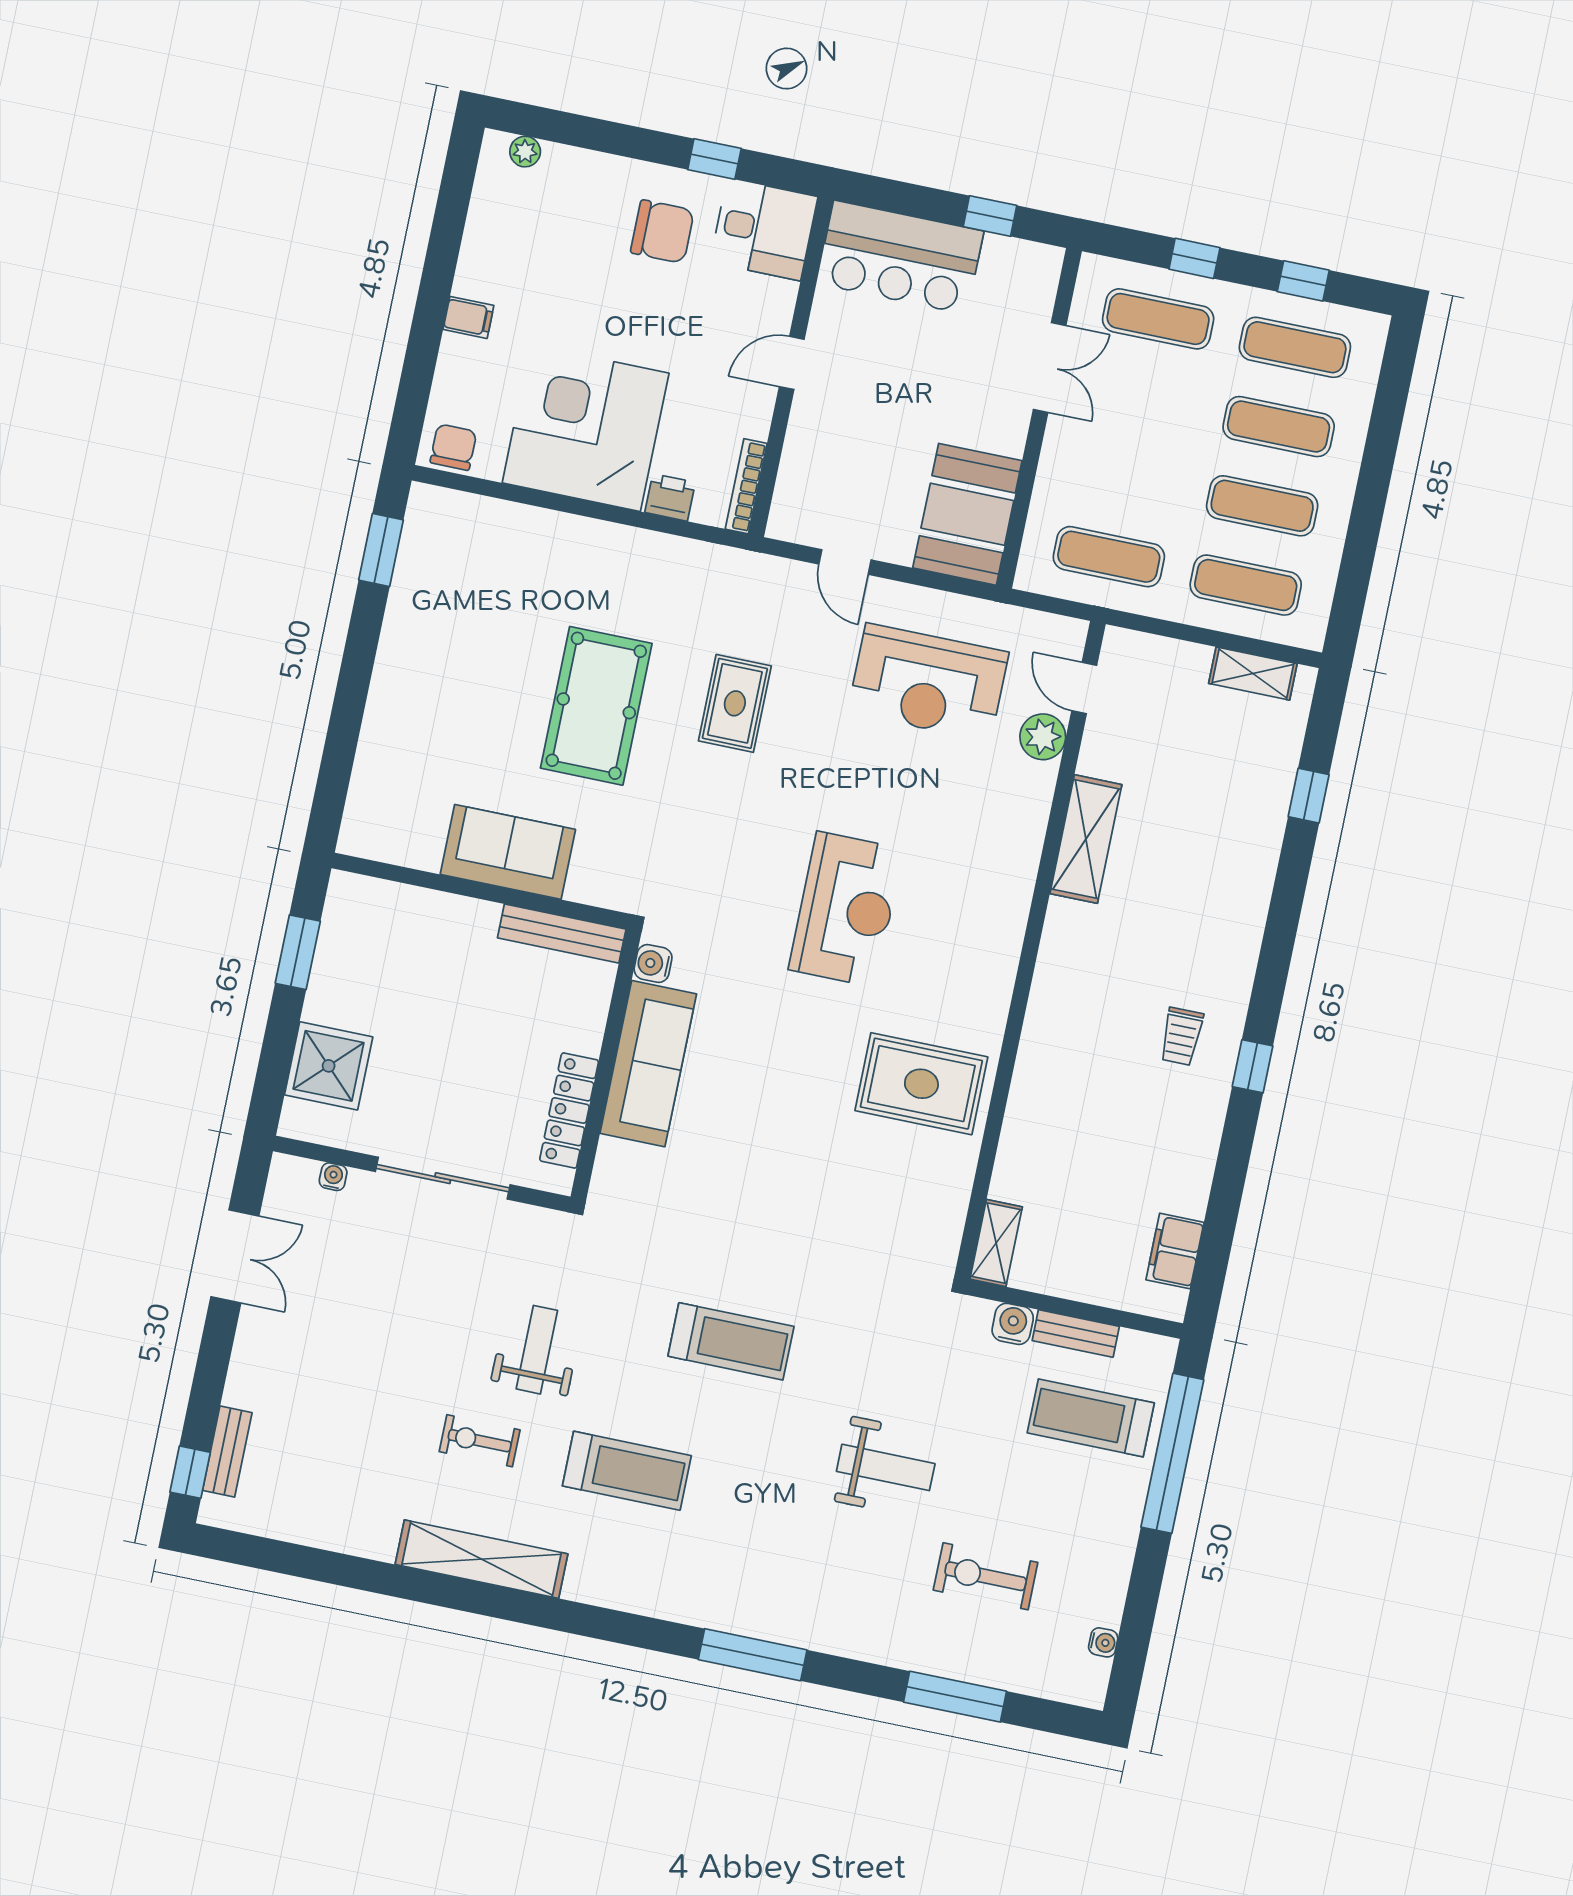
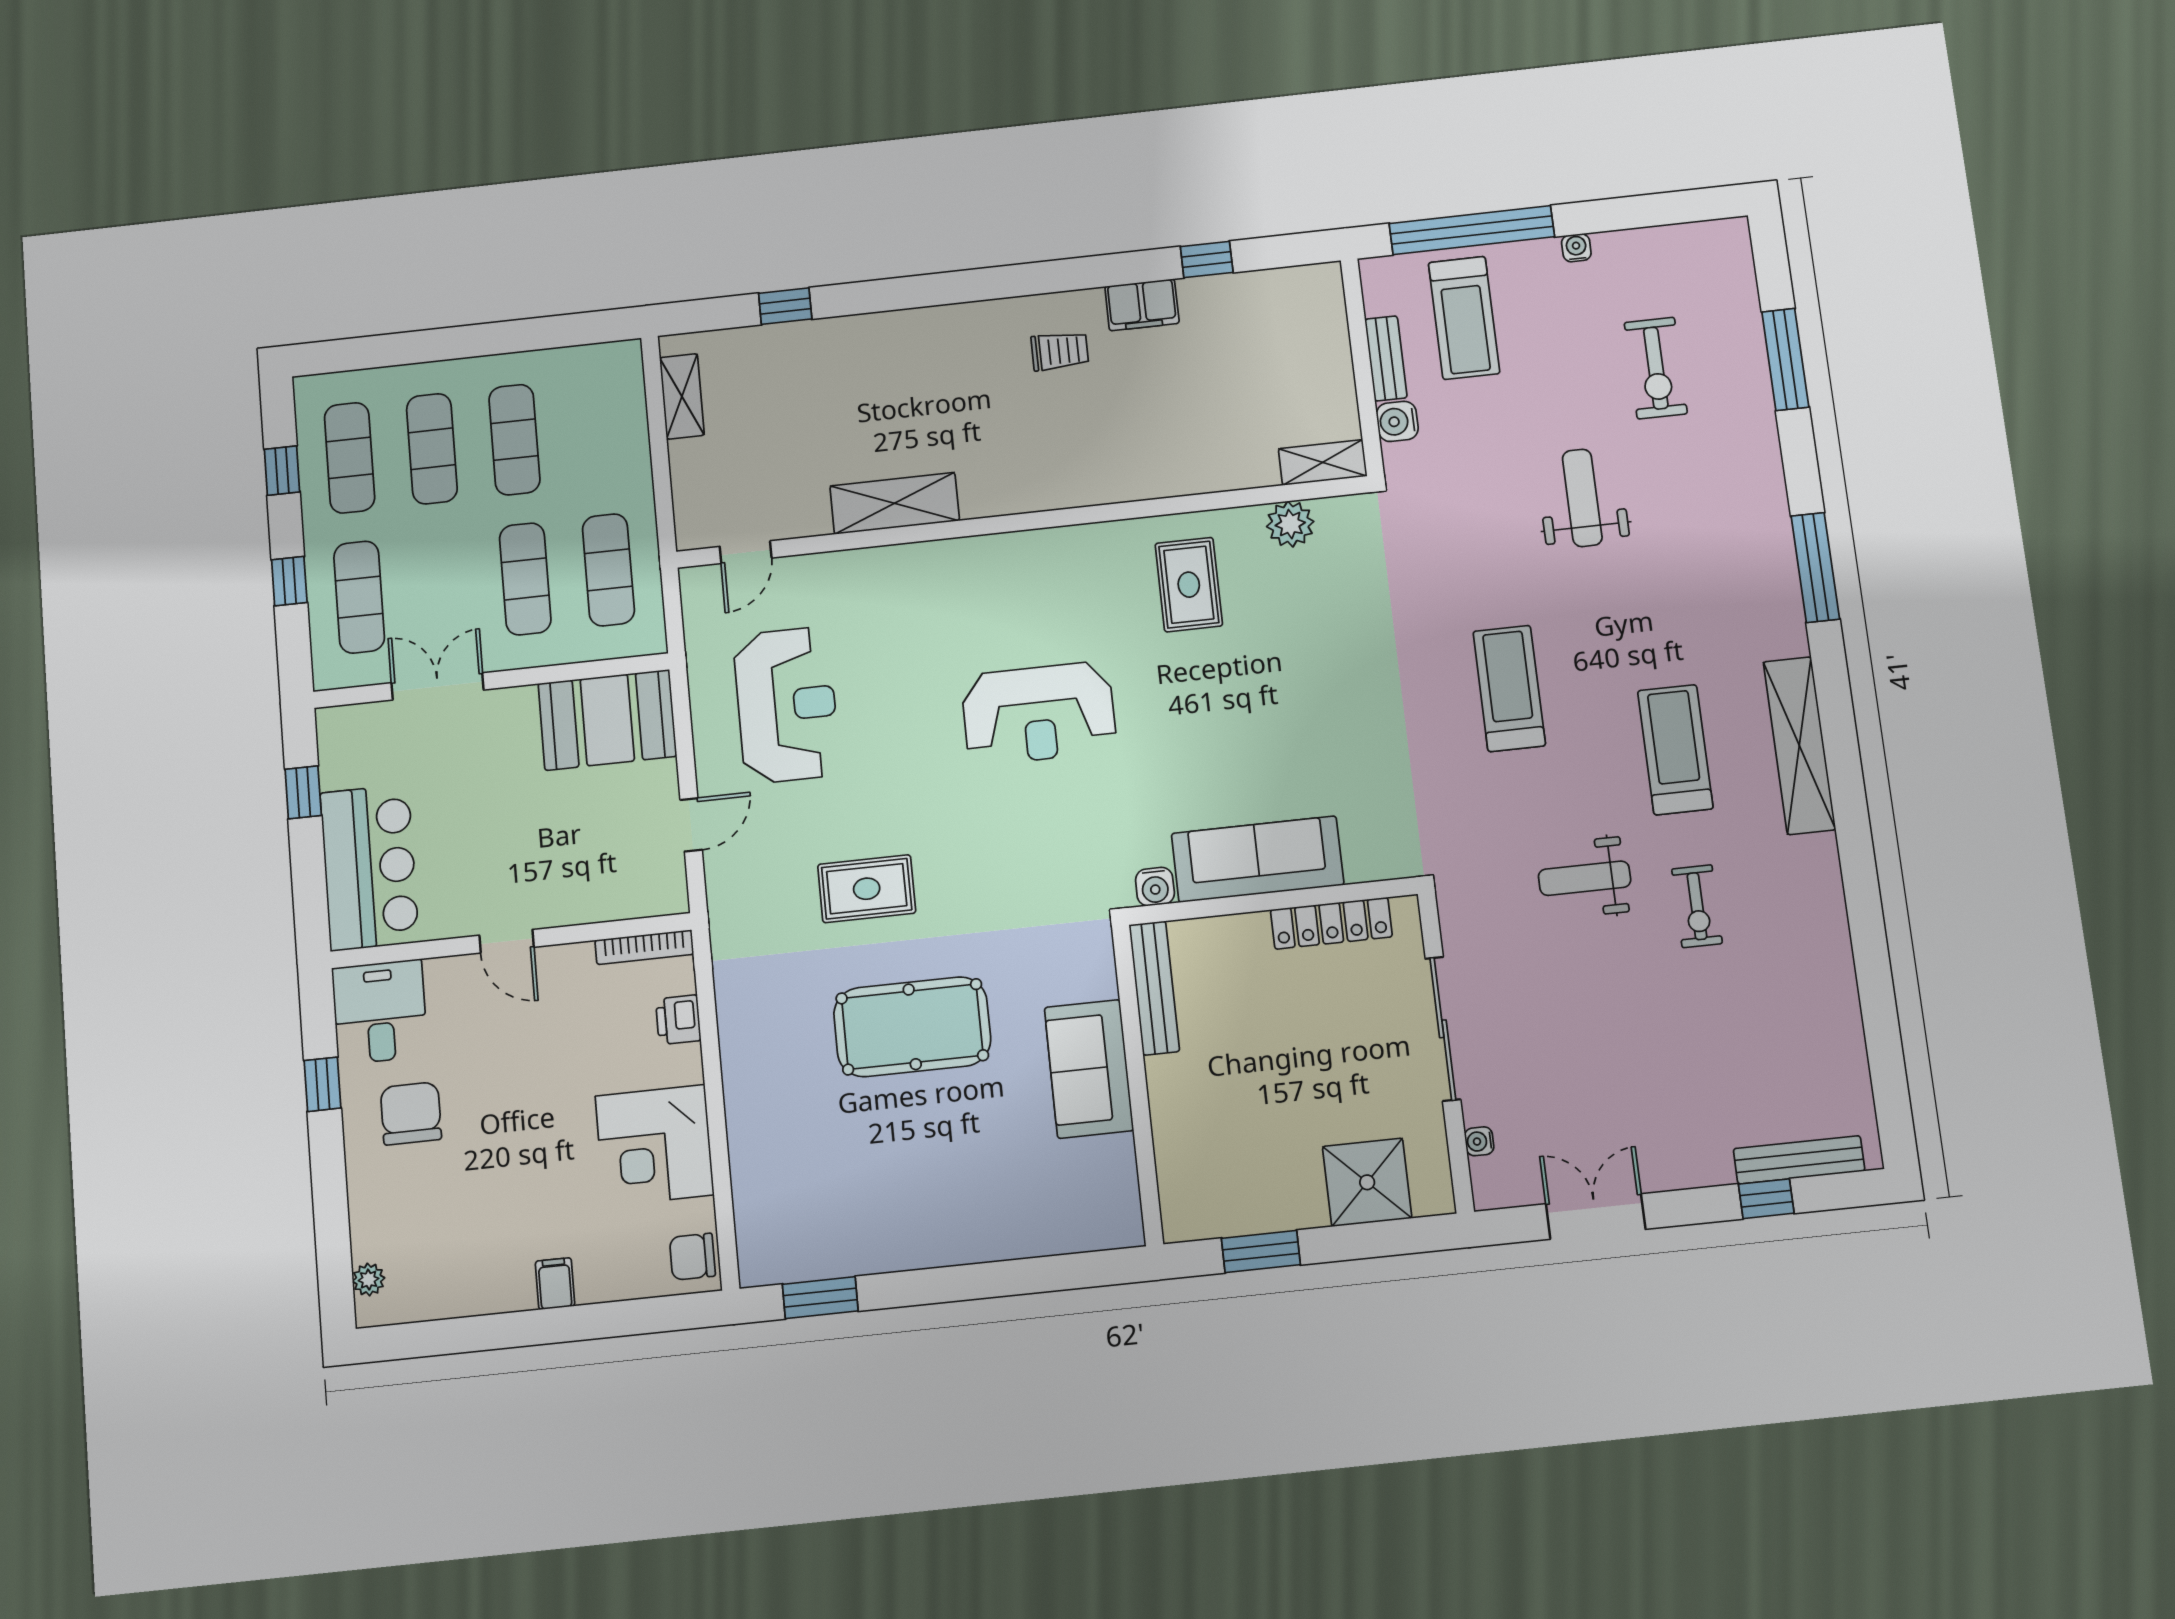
corner desk: (586, 428) -> (655, 1145), width x0.74, depth x0.74
exercise mat: (1246, 585) -> (525, 579), moved
plant: (1043, 737) -> (1290, 524), moved
reception desk: (846, 909) -> (1039, 713), turned 180
window: (1253, 1066) -> (1207, 259), moved
rug: (921, 1084) -> (1189, 585), width x0.73, depth x0.70
filing cabinet: (1175, 1251) -> (1142, 305), moved
bench: (227, 1452) -> (1799, 1160), width x1.36
window: (190, 1472) -> (1766, 1199), moved
shelving: (481, 1559) -> (1799, 745), moved
water cooler: (1103, 1642) -> (1576, 248), moved

